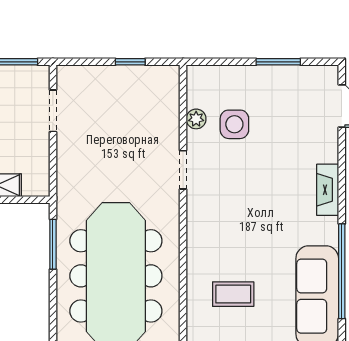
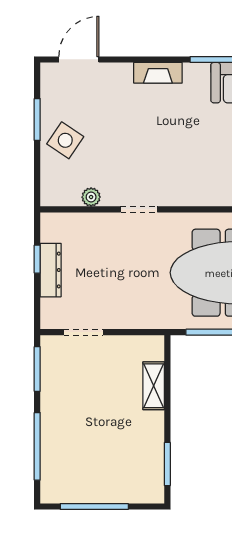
dresser: (119, 76) -> (51, 270), added
side table: (234, 124) -> (65, 140), moved, turned 34

